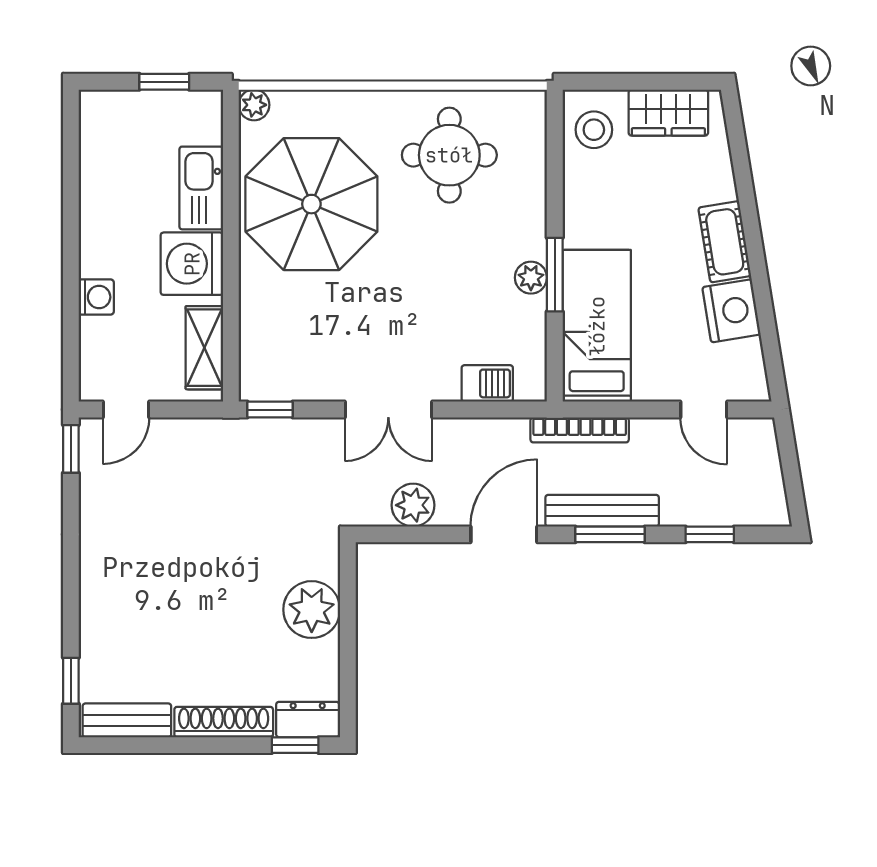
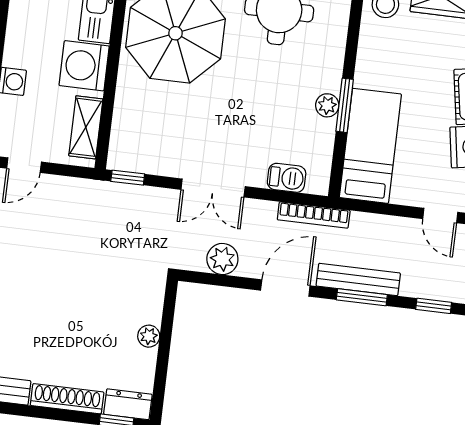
bookcase: (580, 430) -> (314, 215), moved
plant: (312, 610) -> (149, 336), width x0.53, depth x0.53

